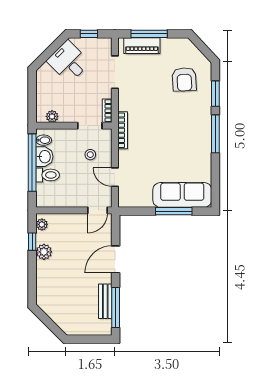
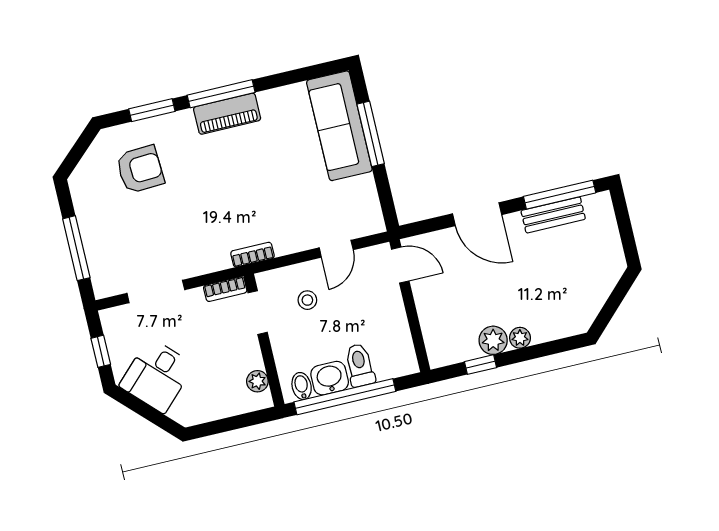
piano: (142, 46) -> (227, 114), moved, turned 90
bookcase: (123, 130) -> (252, 255), width x0.64
plant: (42, 224) -> (520, 338), moved

